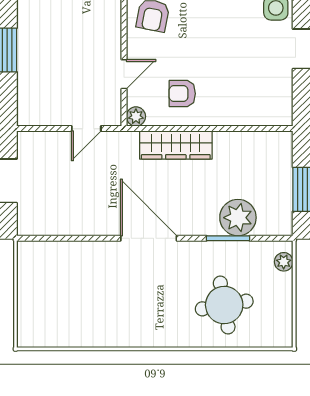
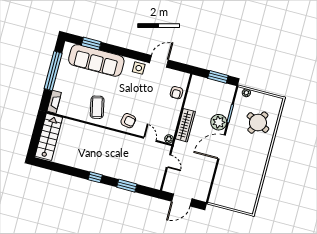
armchair: (182, 94) -> (177, 93), moved
plant: (238, 218) -> (219, 122), moved
round table: (224, 305) -> (258, 123), turned 37

